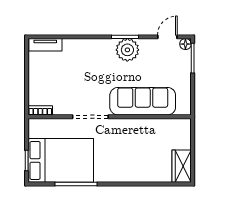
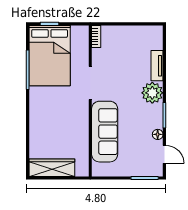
floor lamp: (185, 44) -> (158, 134), moved
tv unit: (45, 45) -> (157, 66), moved
plant: (127, 50) -> (152, 93), moved
wardrobe: (182, 166) -> (52, 168), width x1.50

